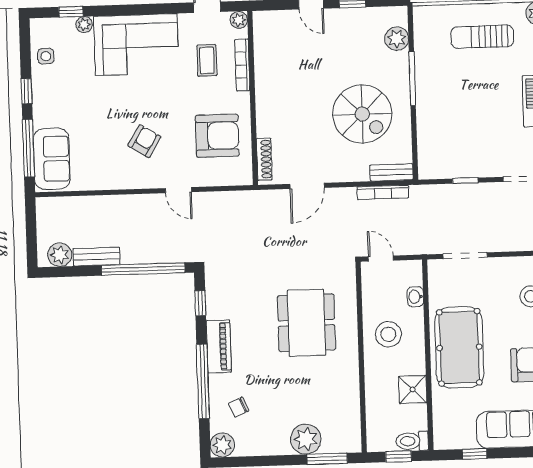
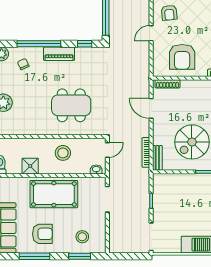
armchair: (144, 141) -> (169, 13), moved, turned 52
washbasin: (415, 297) -> (96, 169), moved

